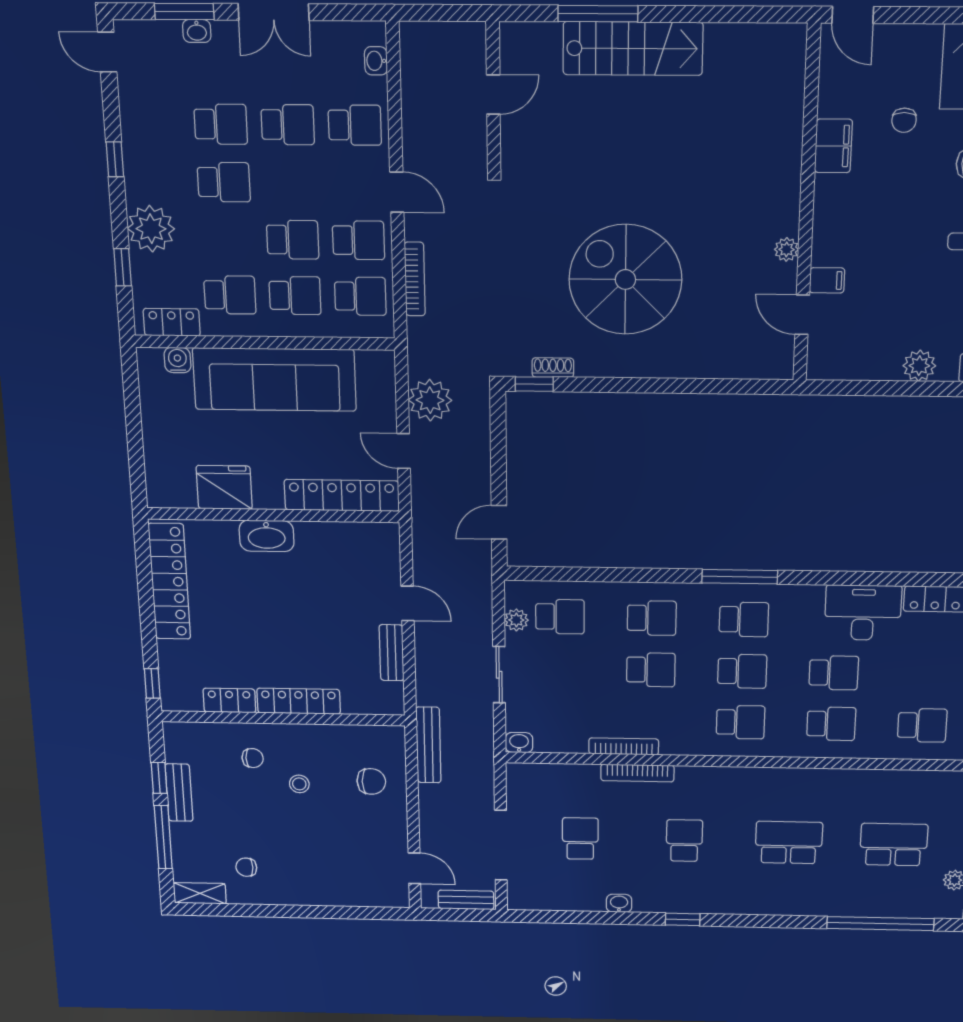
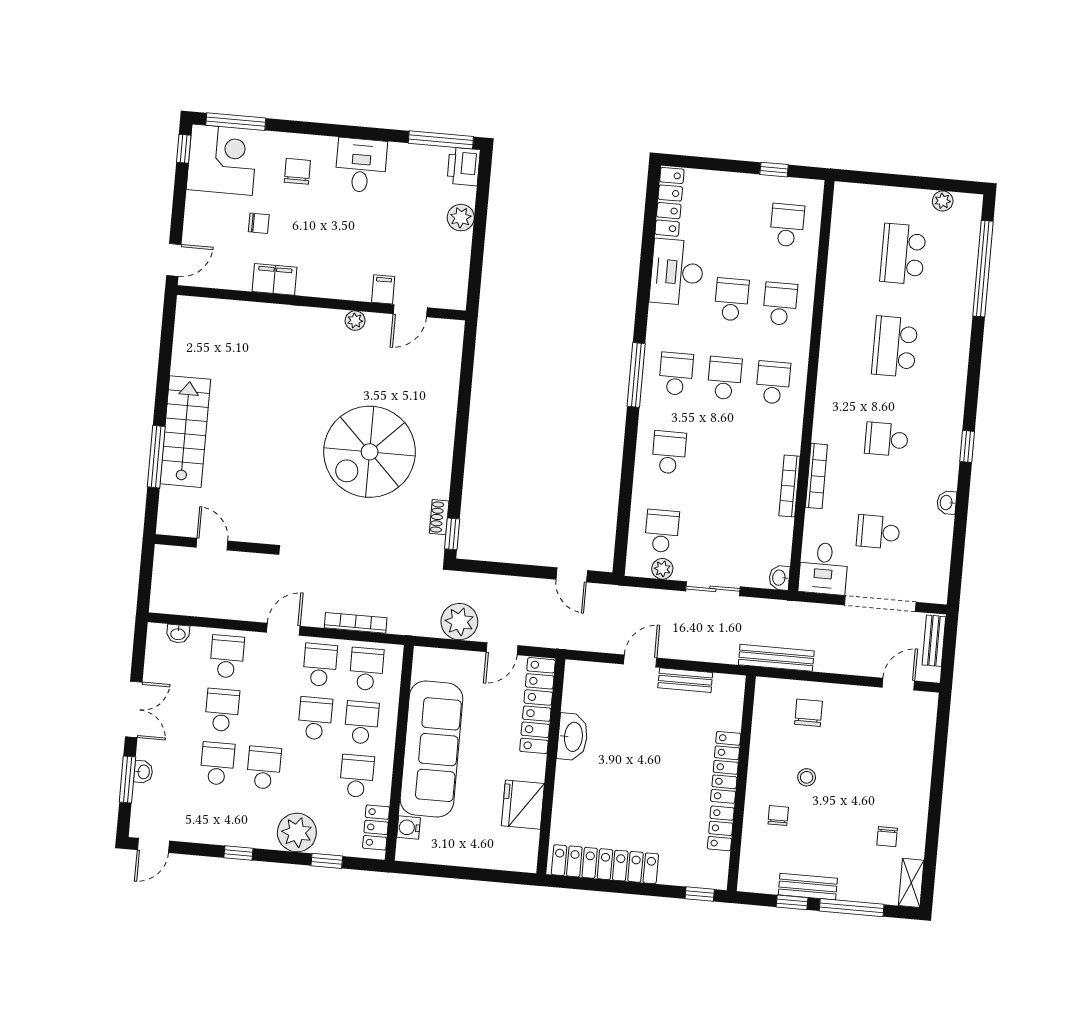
washbasin: (267, 536) -> (573, 737), moved
school desk: (651, 670) -> (718, 457), removed
desk: (534, 786) -> (823, 568), added

